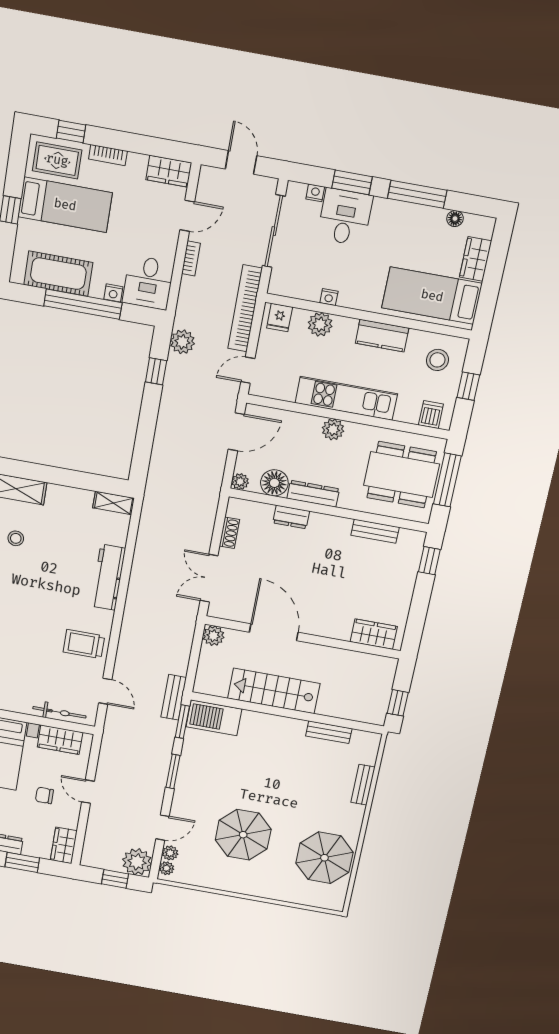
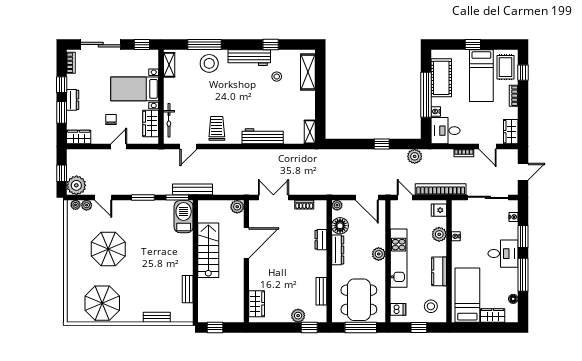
desk: (345, 217) -> (503, 254), moved
window: (156, 371) -> (382, 144), moved
plant: (406, 574) -> (298, 316), added
bench: (174, 697) -> (192, 189), width x1.36

